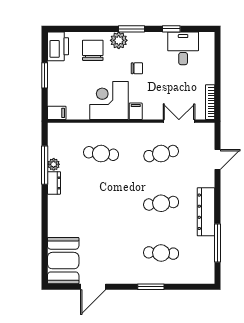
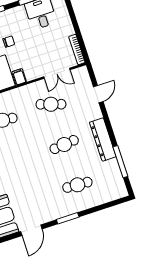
double door: (179, 121) -> (57, 73), swing flipped
cafe table: (161, 154) -> (51, 104), turned 30
window: (151, 287) -> (68, 218), moved

